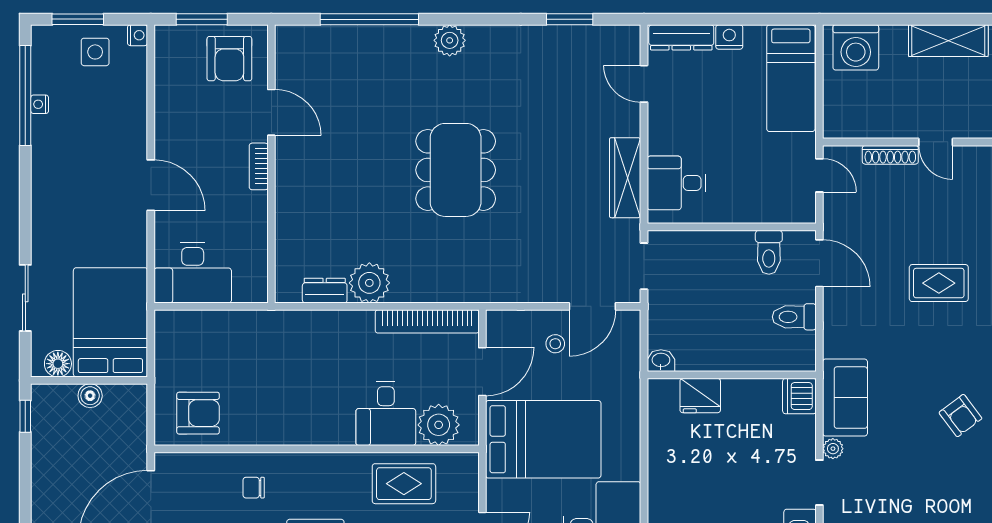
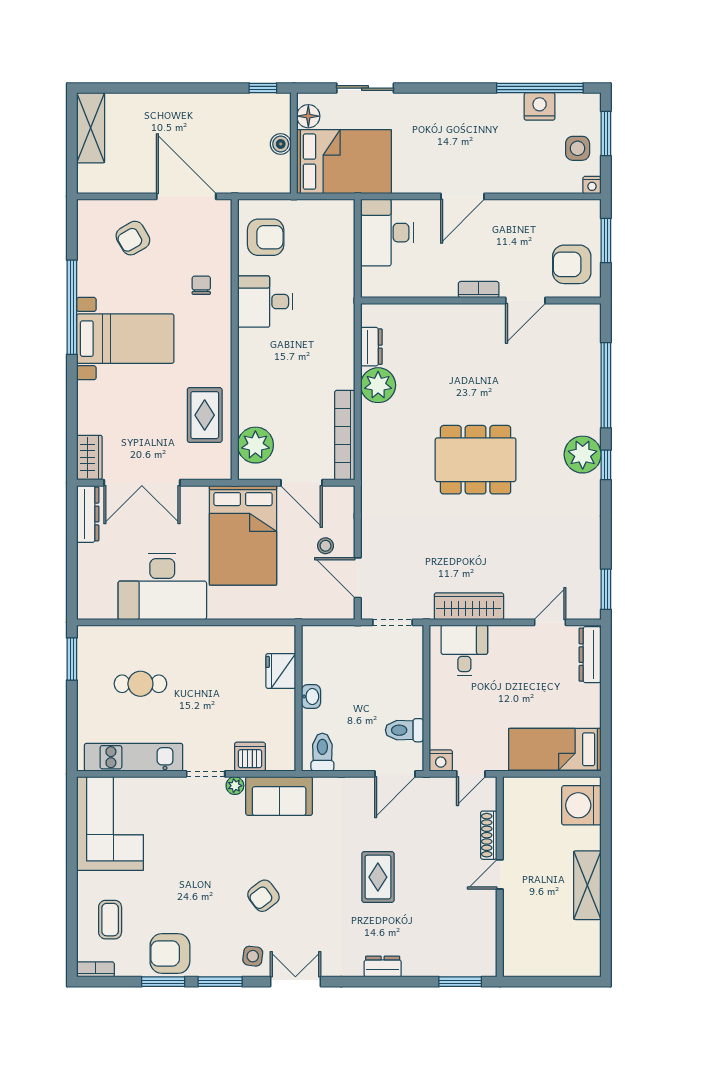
window: (462, 19) -> (606, 465), added
window: (570, 19) -> (606, 589), moved
nightstand: (729, 37) -> (441, 760), moved, turned 90
plant: (450, 40) -> (583, 455), width x1.36, depth x1.36
nightstand: (40, 104) -> (540, 106), width x1.89, depth x1.79
toilet: (794, 317) -> (322, 752), moved
washbasin: (661, 361) -> (311, 696), moved
dishwasher: (799, 396) -> (250, 757), moved
armchair: (198, 413) -> (266, 237), turned -90
desk: (386, 414) -> (265, 302), moved

